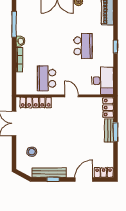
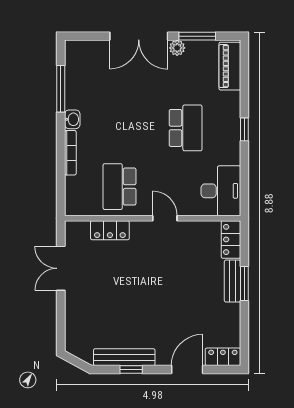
locker: (36, 102) -> (110, 230), width x0.66
stool: (32, 152) -> (93, 319), removed

